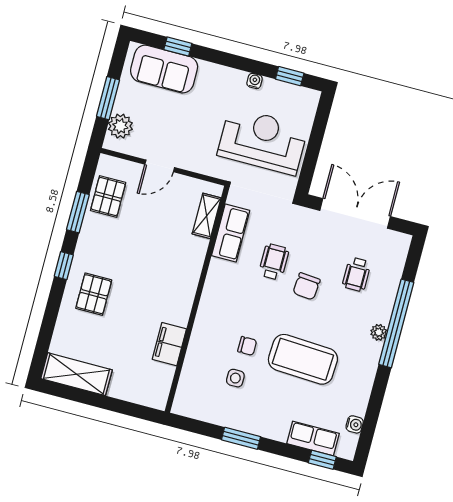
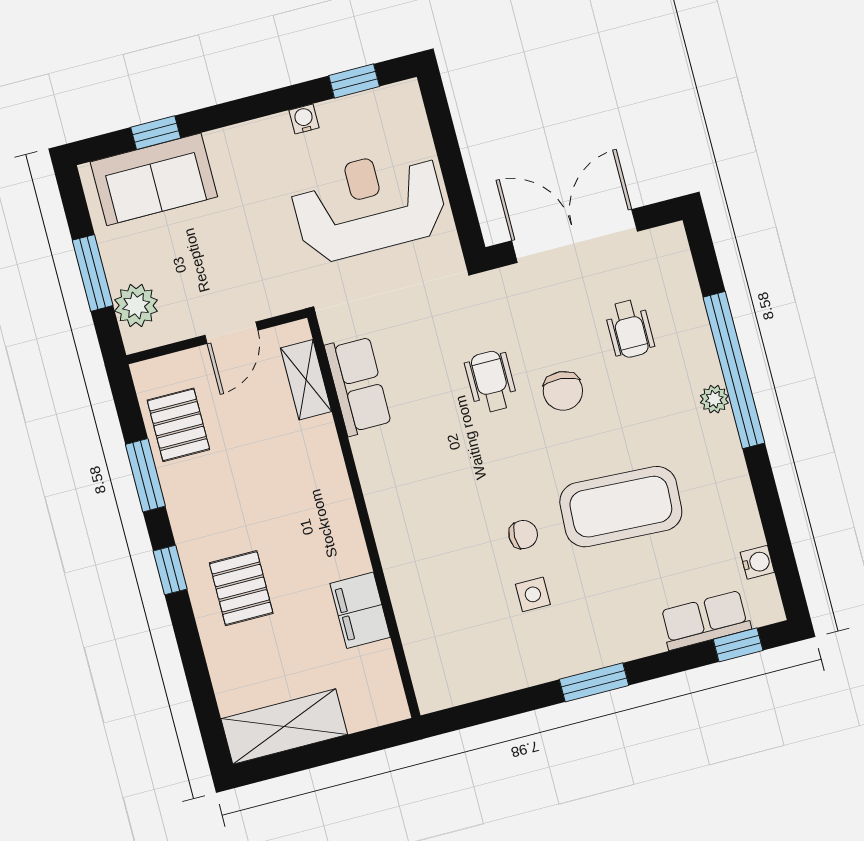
shelving: (207, 216) -> (306, 380), moved
row of seats: (231, 233) -> (358, 385), moved
wall: (197, 299) -> (364, 517), moved
filing cabinet: (169, 344) -> (360, 610), moved

